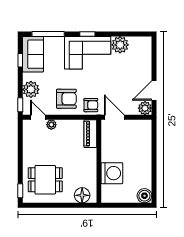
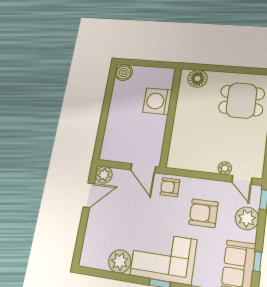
armchair: (66, 99) -> (203, 213), moved
piano: (90, 134) -> (176, 151), removed

